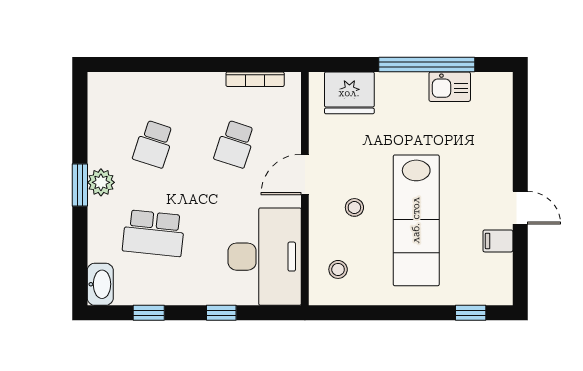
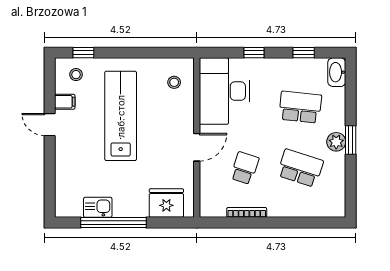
bookcase: (255, 79) -> (247, 212), moved
school desk: (154, 144) -> (300, 168), width x1.85
stool: (354, 207) -> (76, 75), moved

